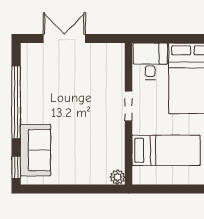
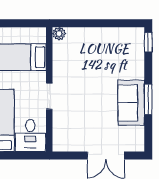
window: (16, 102) -> (148, 99), width x0.47
sofa: (35, 150) -> (131, 103), moved

